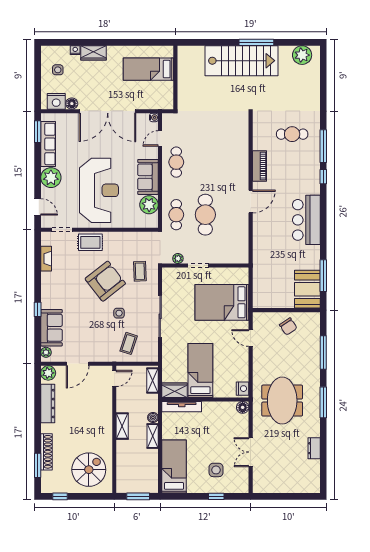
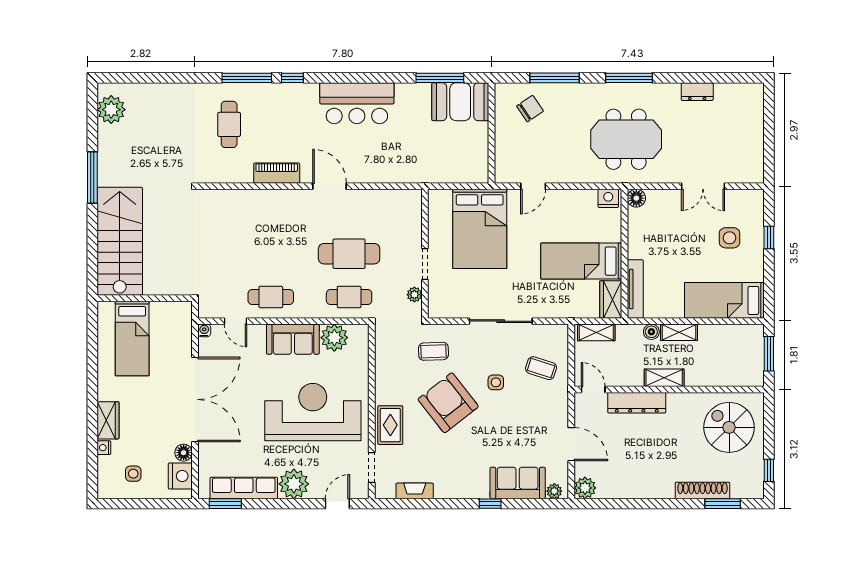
stairs: (241, 61) -> (120, 241), moved
chair: (288, 326) -> (530, 109), moved
dresser: (48, 404) -> (637, 403), moved, turned 180

